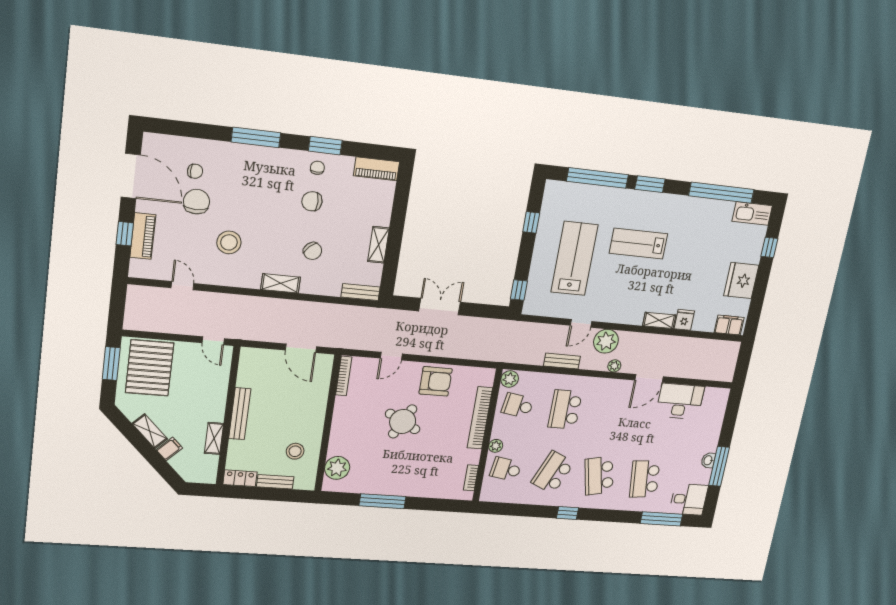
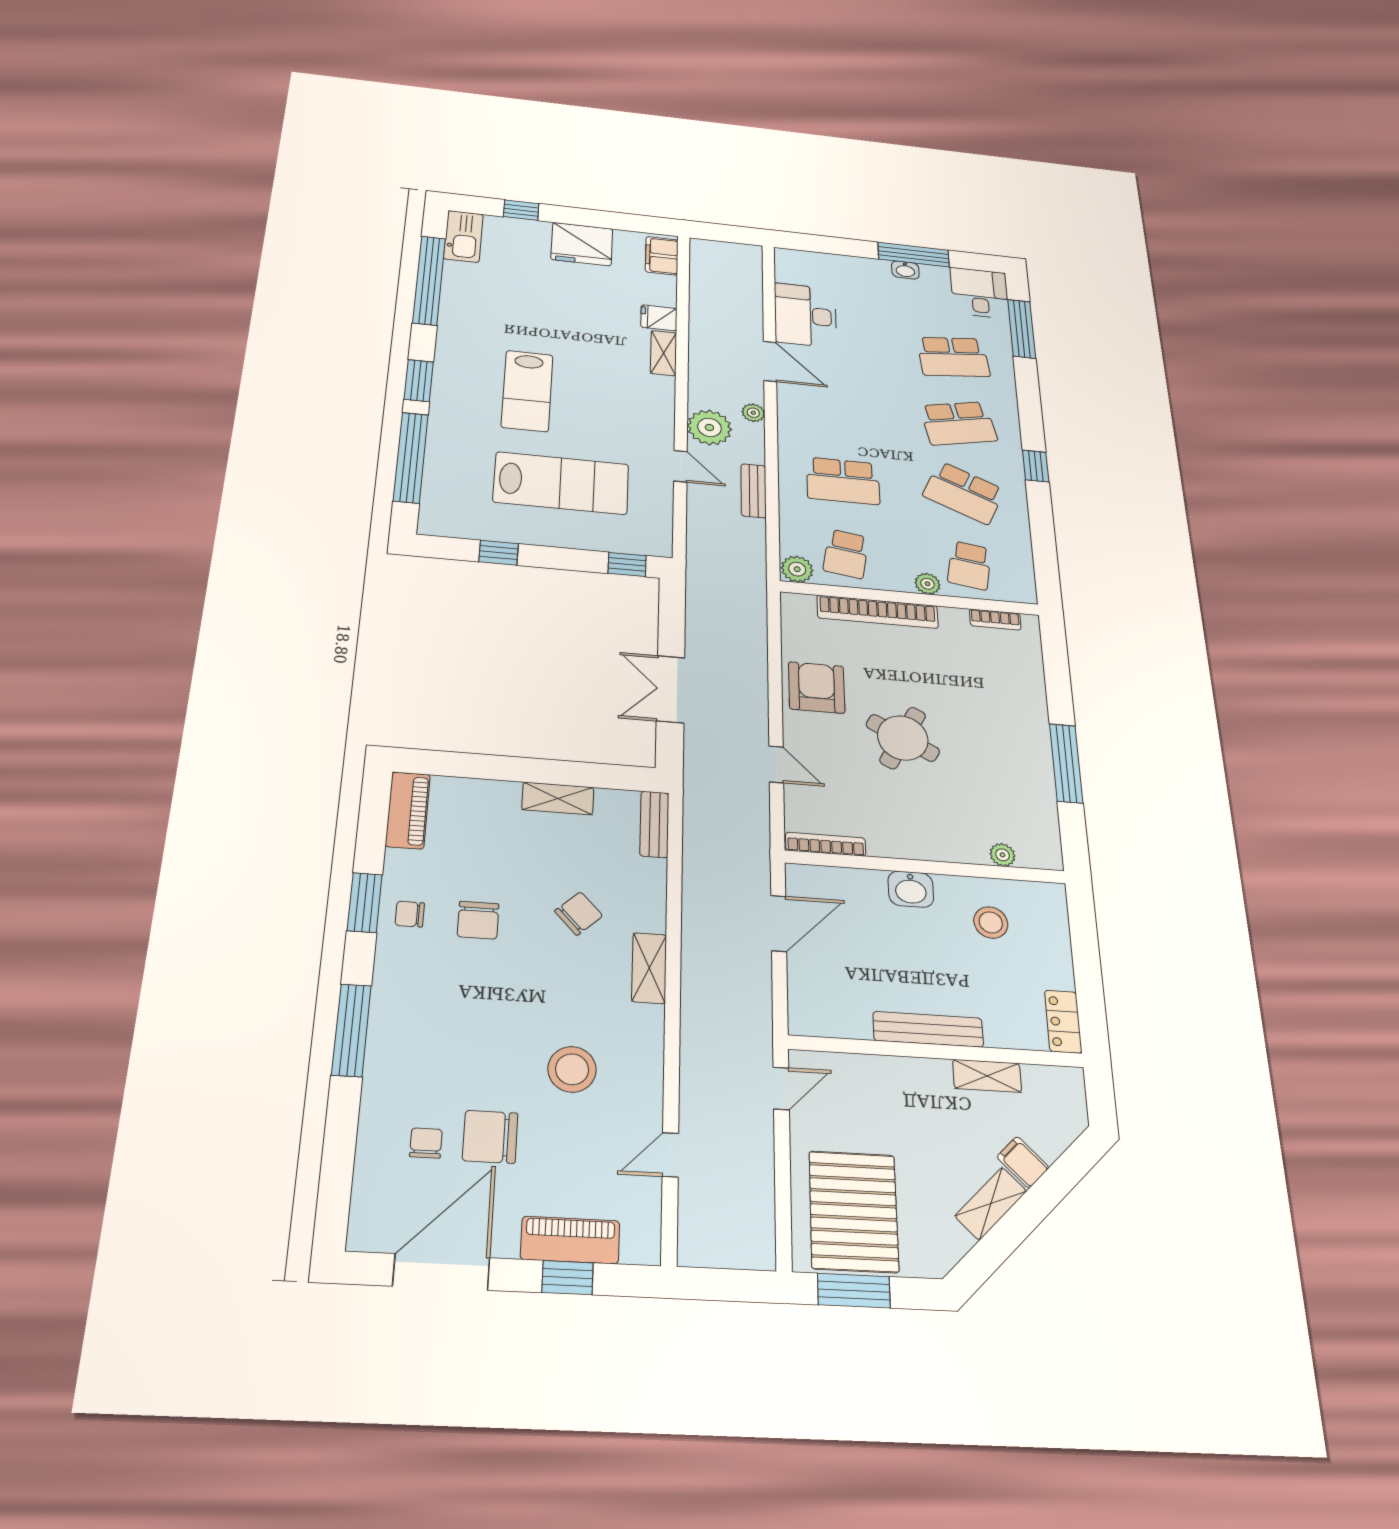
lab bench: (574, 258) -> (561, 483), turned 180
pallet: (150, 368) -> (854, 1211), turned 90
washbasin: (316, 415) -> (911, 889), added
plant: (337, 468) -> (1002, 855), width x0.53, depth x0.53
bench: (275, 482) -> (1059, 955), removed

